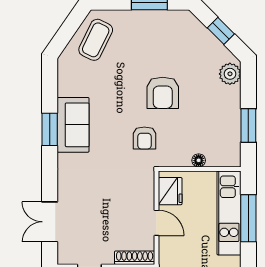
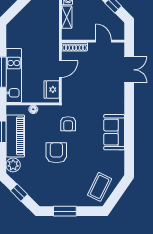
piano: (227, 119) -> (15, 136), added
window: (50, 129) -> (129, 129), removed
armchair: (144, 138) -> (68, 124), turned 180
door: (156, 223) -> (60, 69), swing flipped

